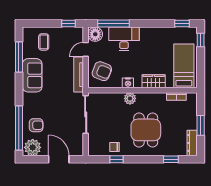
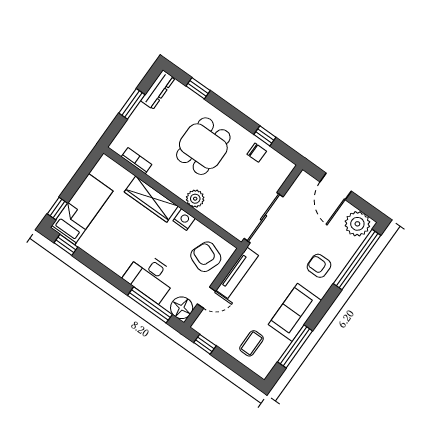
bed: (184, 66) -> (82, 209), moved, turned 180
wardrobe: (154, 81) -> (151, 199), width x1.50
armchair: (36, 125) -> (319, 266), moved

